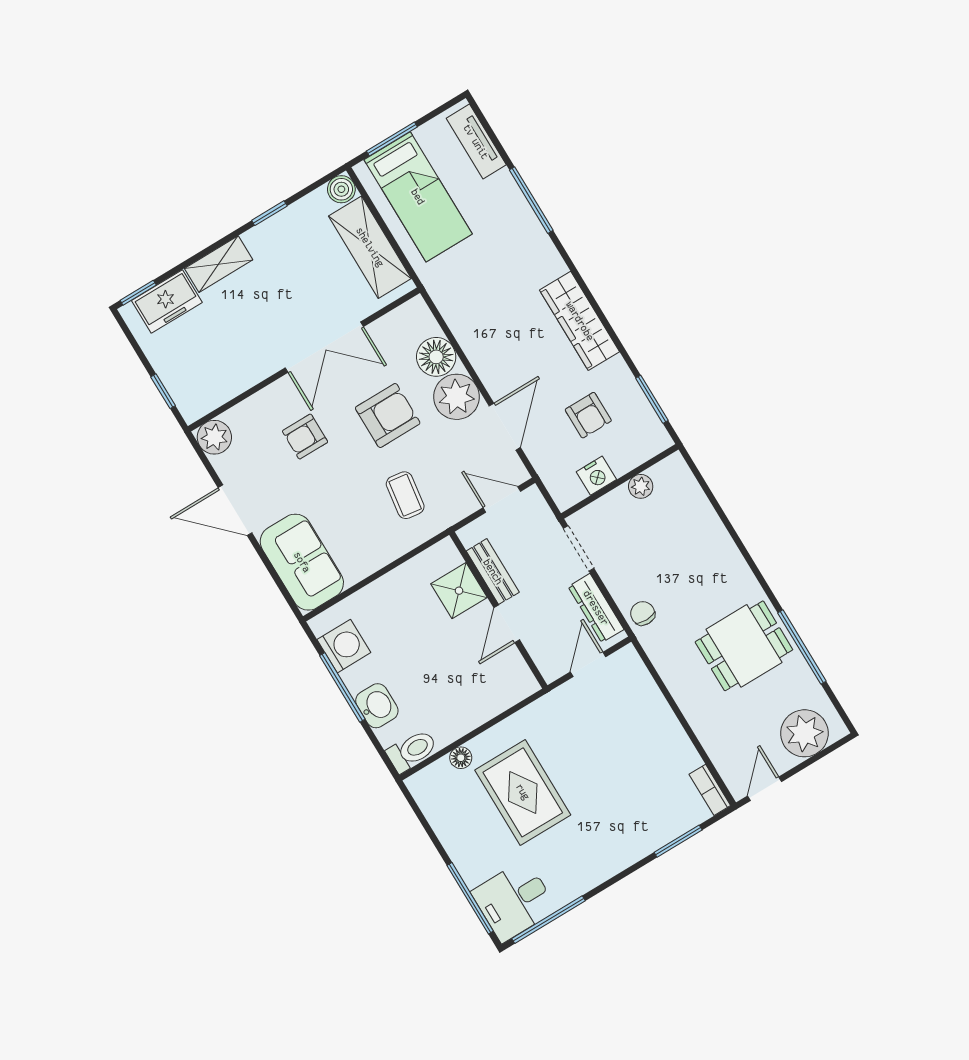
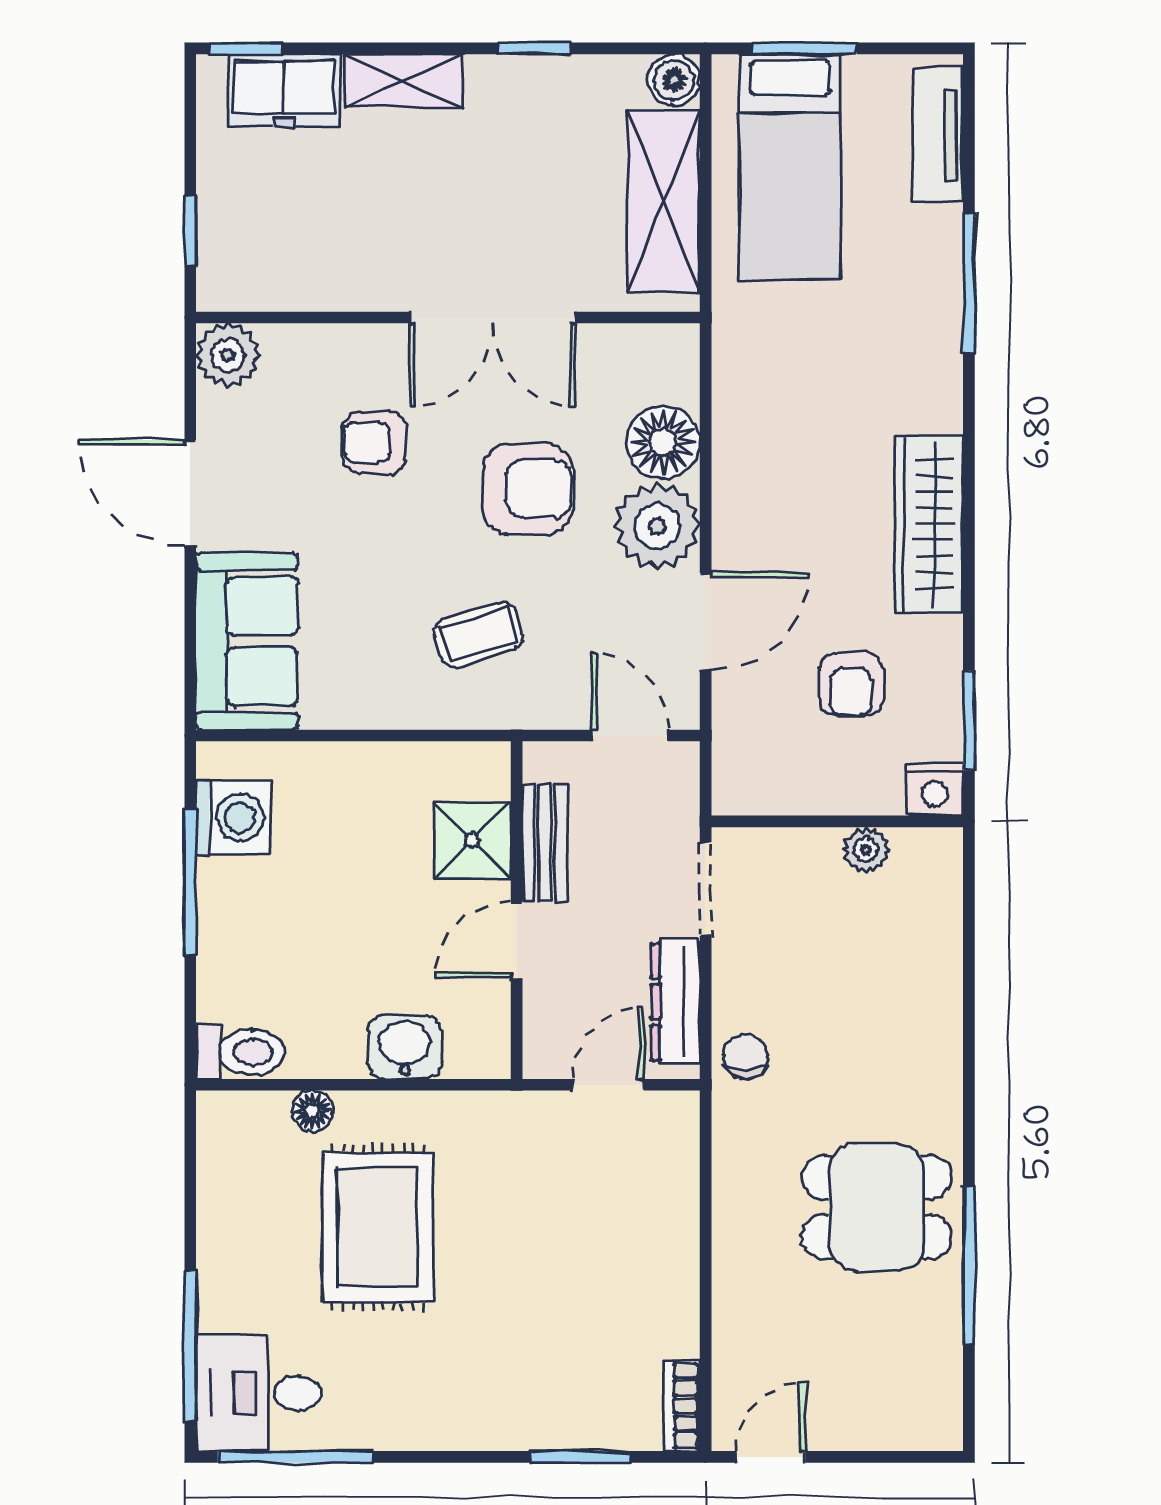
nightstand: (596, 476) -> (935, 789), moved
coffee table: (405, 495) -> (478, 634), turned 65
washbasin: (377, 706) -> (405, 1047), moved, turned -90
plant: (804, 733) -> (889, 1407), removed

